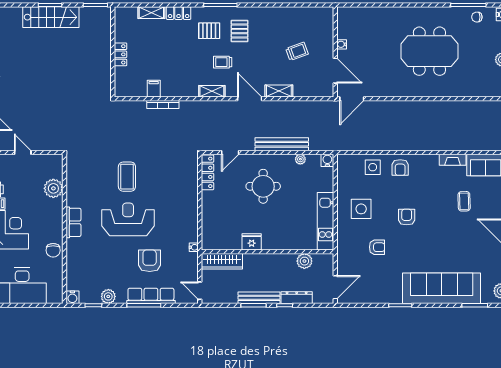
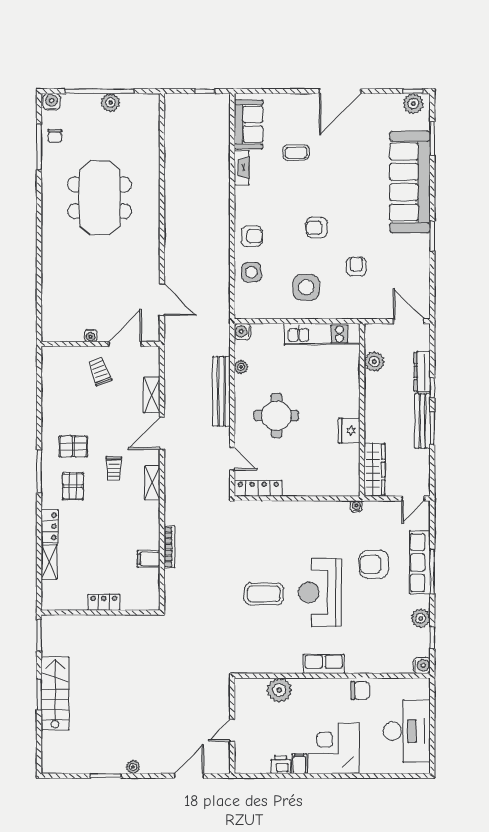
water cooler: (342, 44) -> (91, 336), moved
wall: (335, 52) -> (101, 344), moved
door: (335, 71) -> (125, 344), moved

